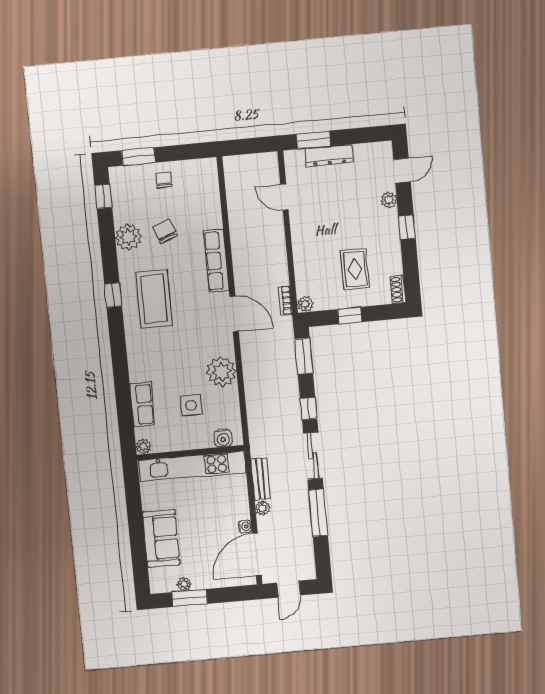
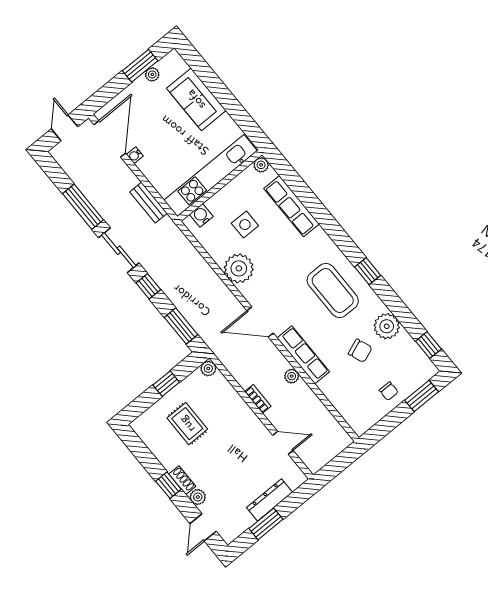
window: (313, 140) -> (266, 524), moved
shoe rack: (398, 289) -> (182, 480), moved
bookcase: (285, 301) -> (258, 399), moved
row of seats: (142, 405) -> (292, 206), width x1.48
plant: (263, 508) -> (292, 376), moved

